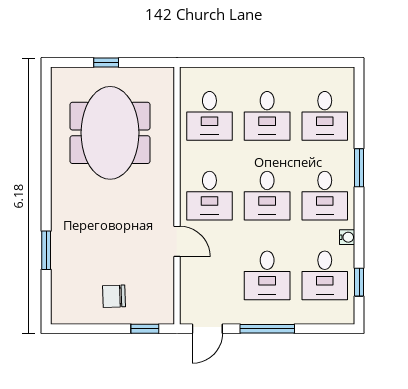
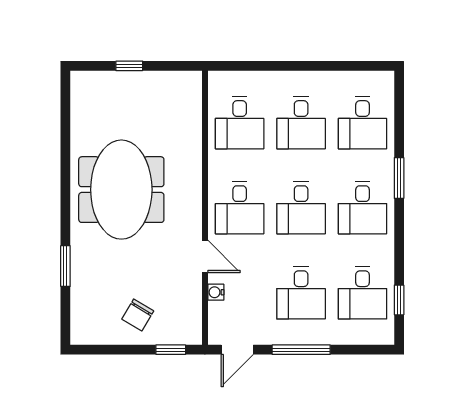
meeting table: (110, 133) -> (121, 190), moved
water cooler: (347, 237) -> (216, 292), moved, turned 180
chair: (114, 296) -> (138, 315), turned -57

